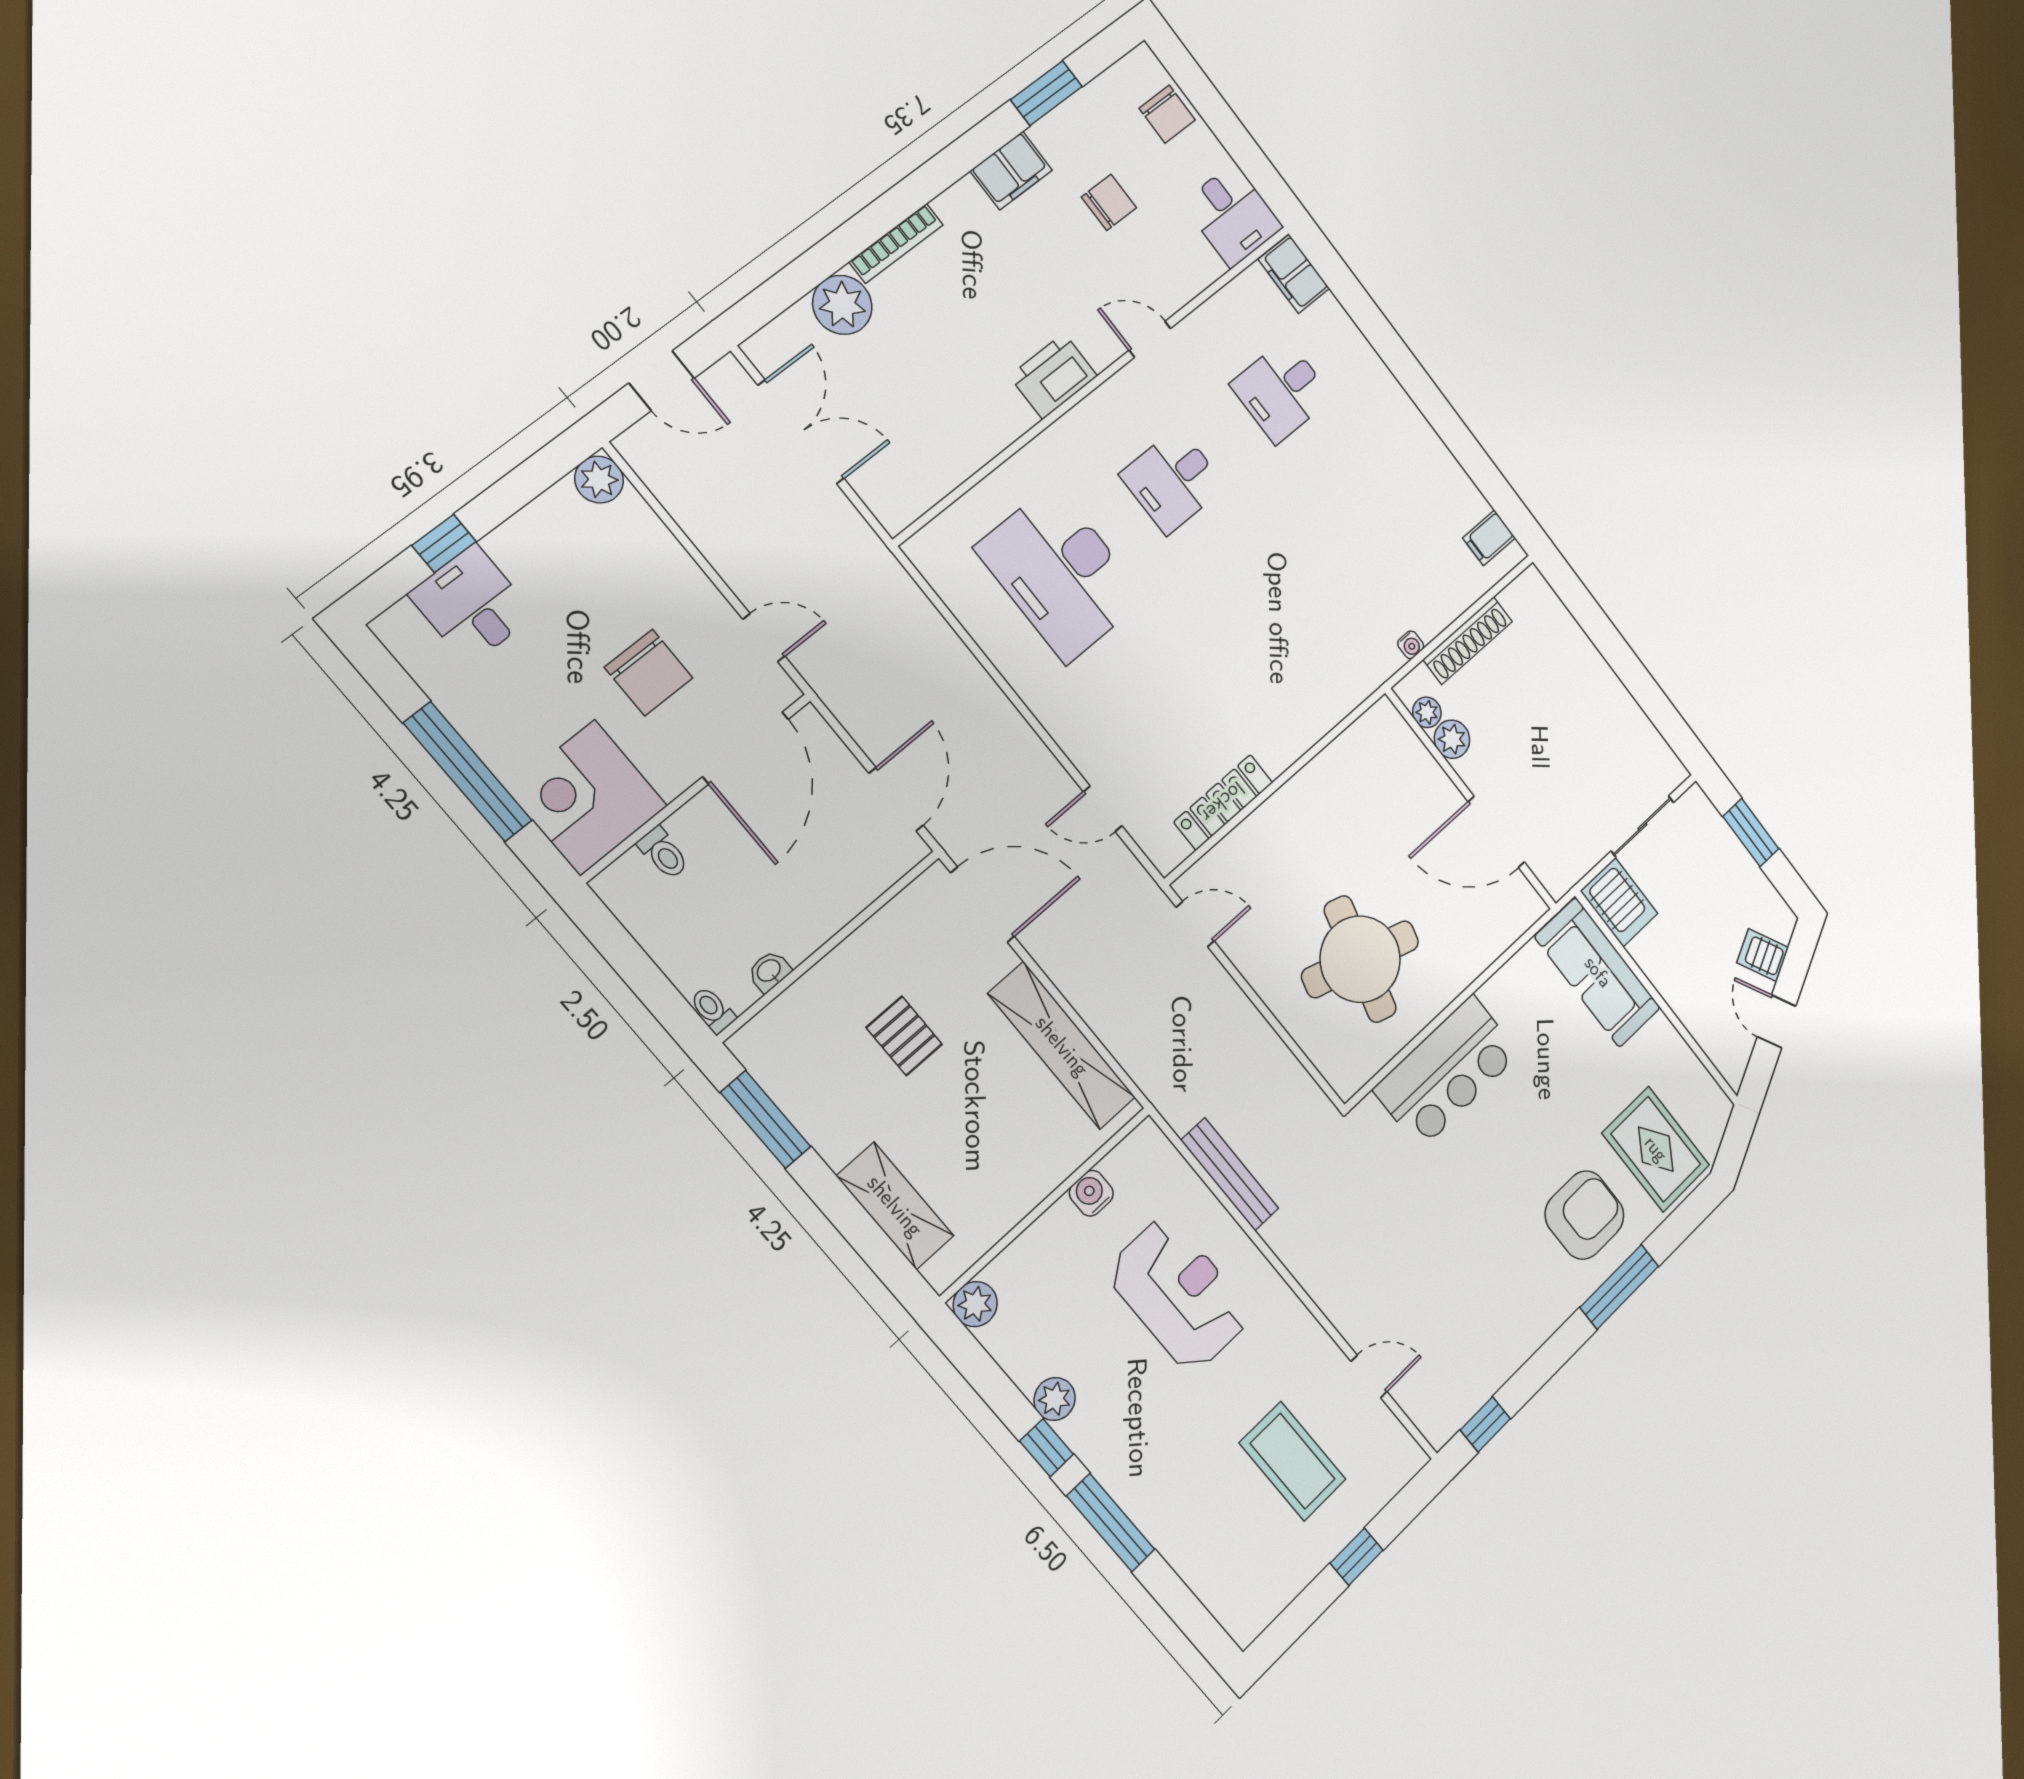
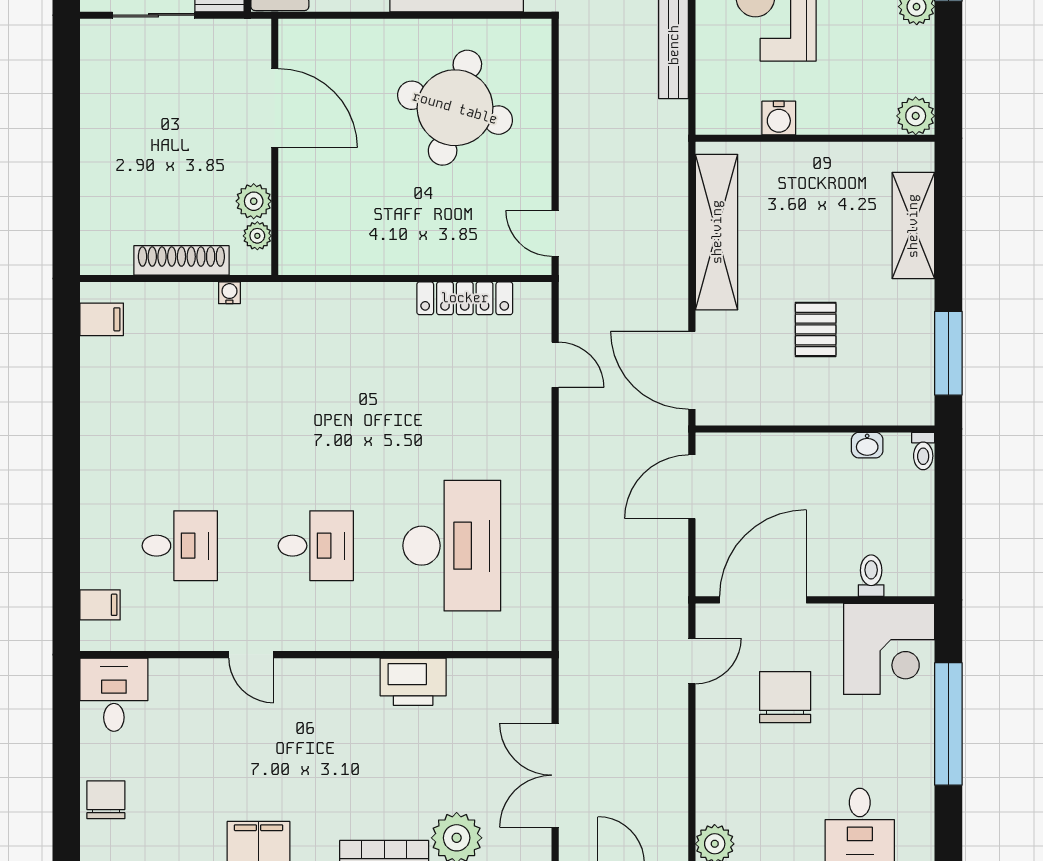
chair: (1109, 202) -> (203, 770), removed
filing cabinet: (1294, 274) -> (100, 605), width x0.50
printer: (1053, 376) -> (413, 682), moved
door: (764, 638) -> (692, 661), swing flipped

